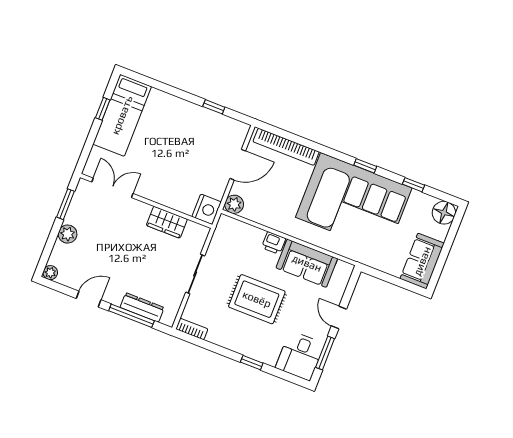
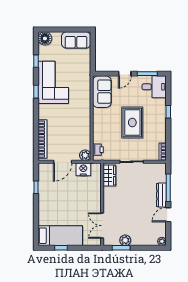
door: (238, 165) -> (63, 162), swing flipped
corner sofa: (354, 203) -> (53, 82), width x0.73, depth x0.74
nightstand: (207, 209) -> (83, 169), moved
wardrobe: (167, 222) -> (109, 175), moved
plant: (68, 234) -> (125, 240), moved
printer: (274, 243) -> (98, 150), moved
sofa: (307, 263) -> (102, 92), moved
door: (89, 299) -> (168, 215), hinge flipped
dresser: (142, 307) -> (161, 195), moved

